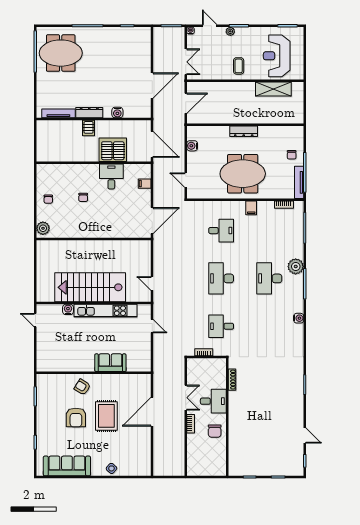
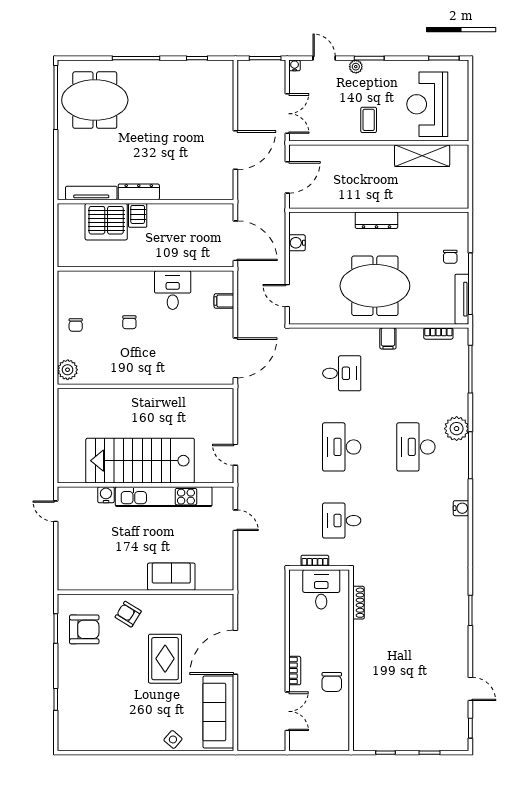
water cooler: (117, 113) -> (182, 192), removed
server rack: (113, 150) -> (106, 222), moved, turned 180
double door: (186, 398) -> (287, 711), moved
desk: (213, 401) -> (321, 589), moved, turned -90
armchair: (76, 417) -> (84, 629), moved, turned -90
sofa: (67, 466) -> (218, 712), moved, turned -90

